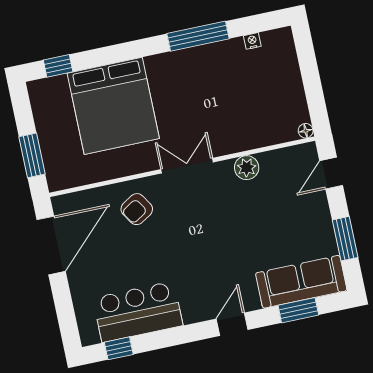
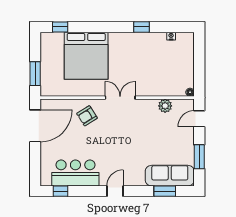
window: (198, 36) -> (141, 27), width x0.46
plant: (247, 168) -> (165, 106), moved
door: (232, 324) -> (115, 191), moved

